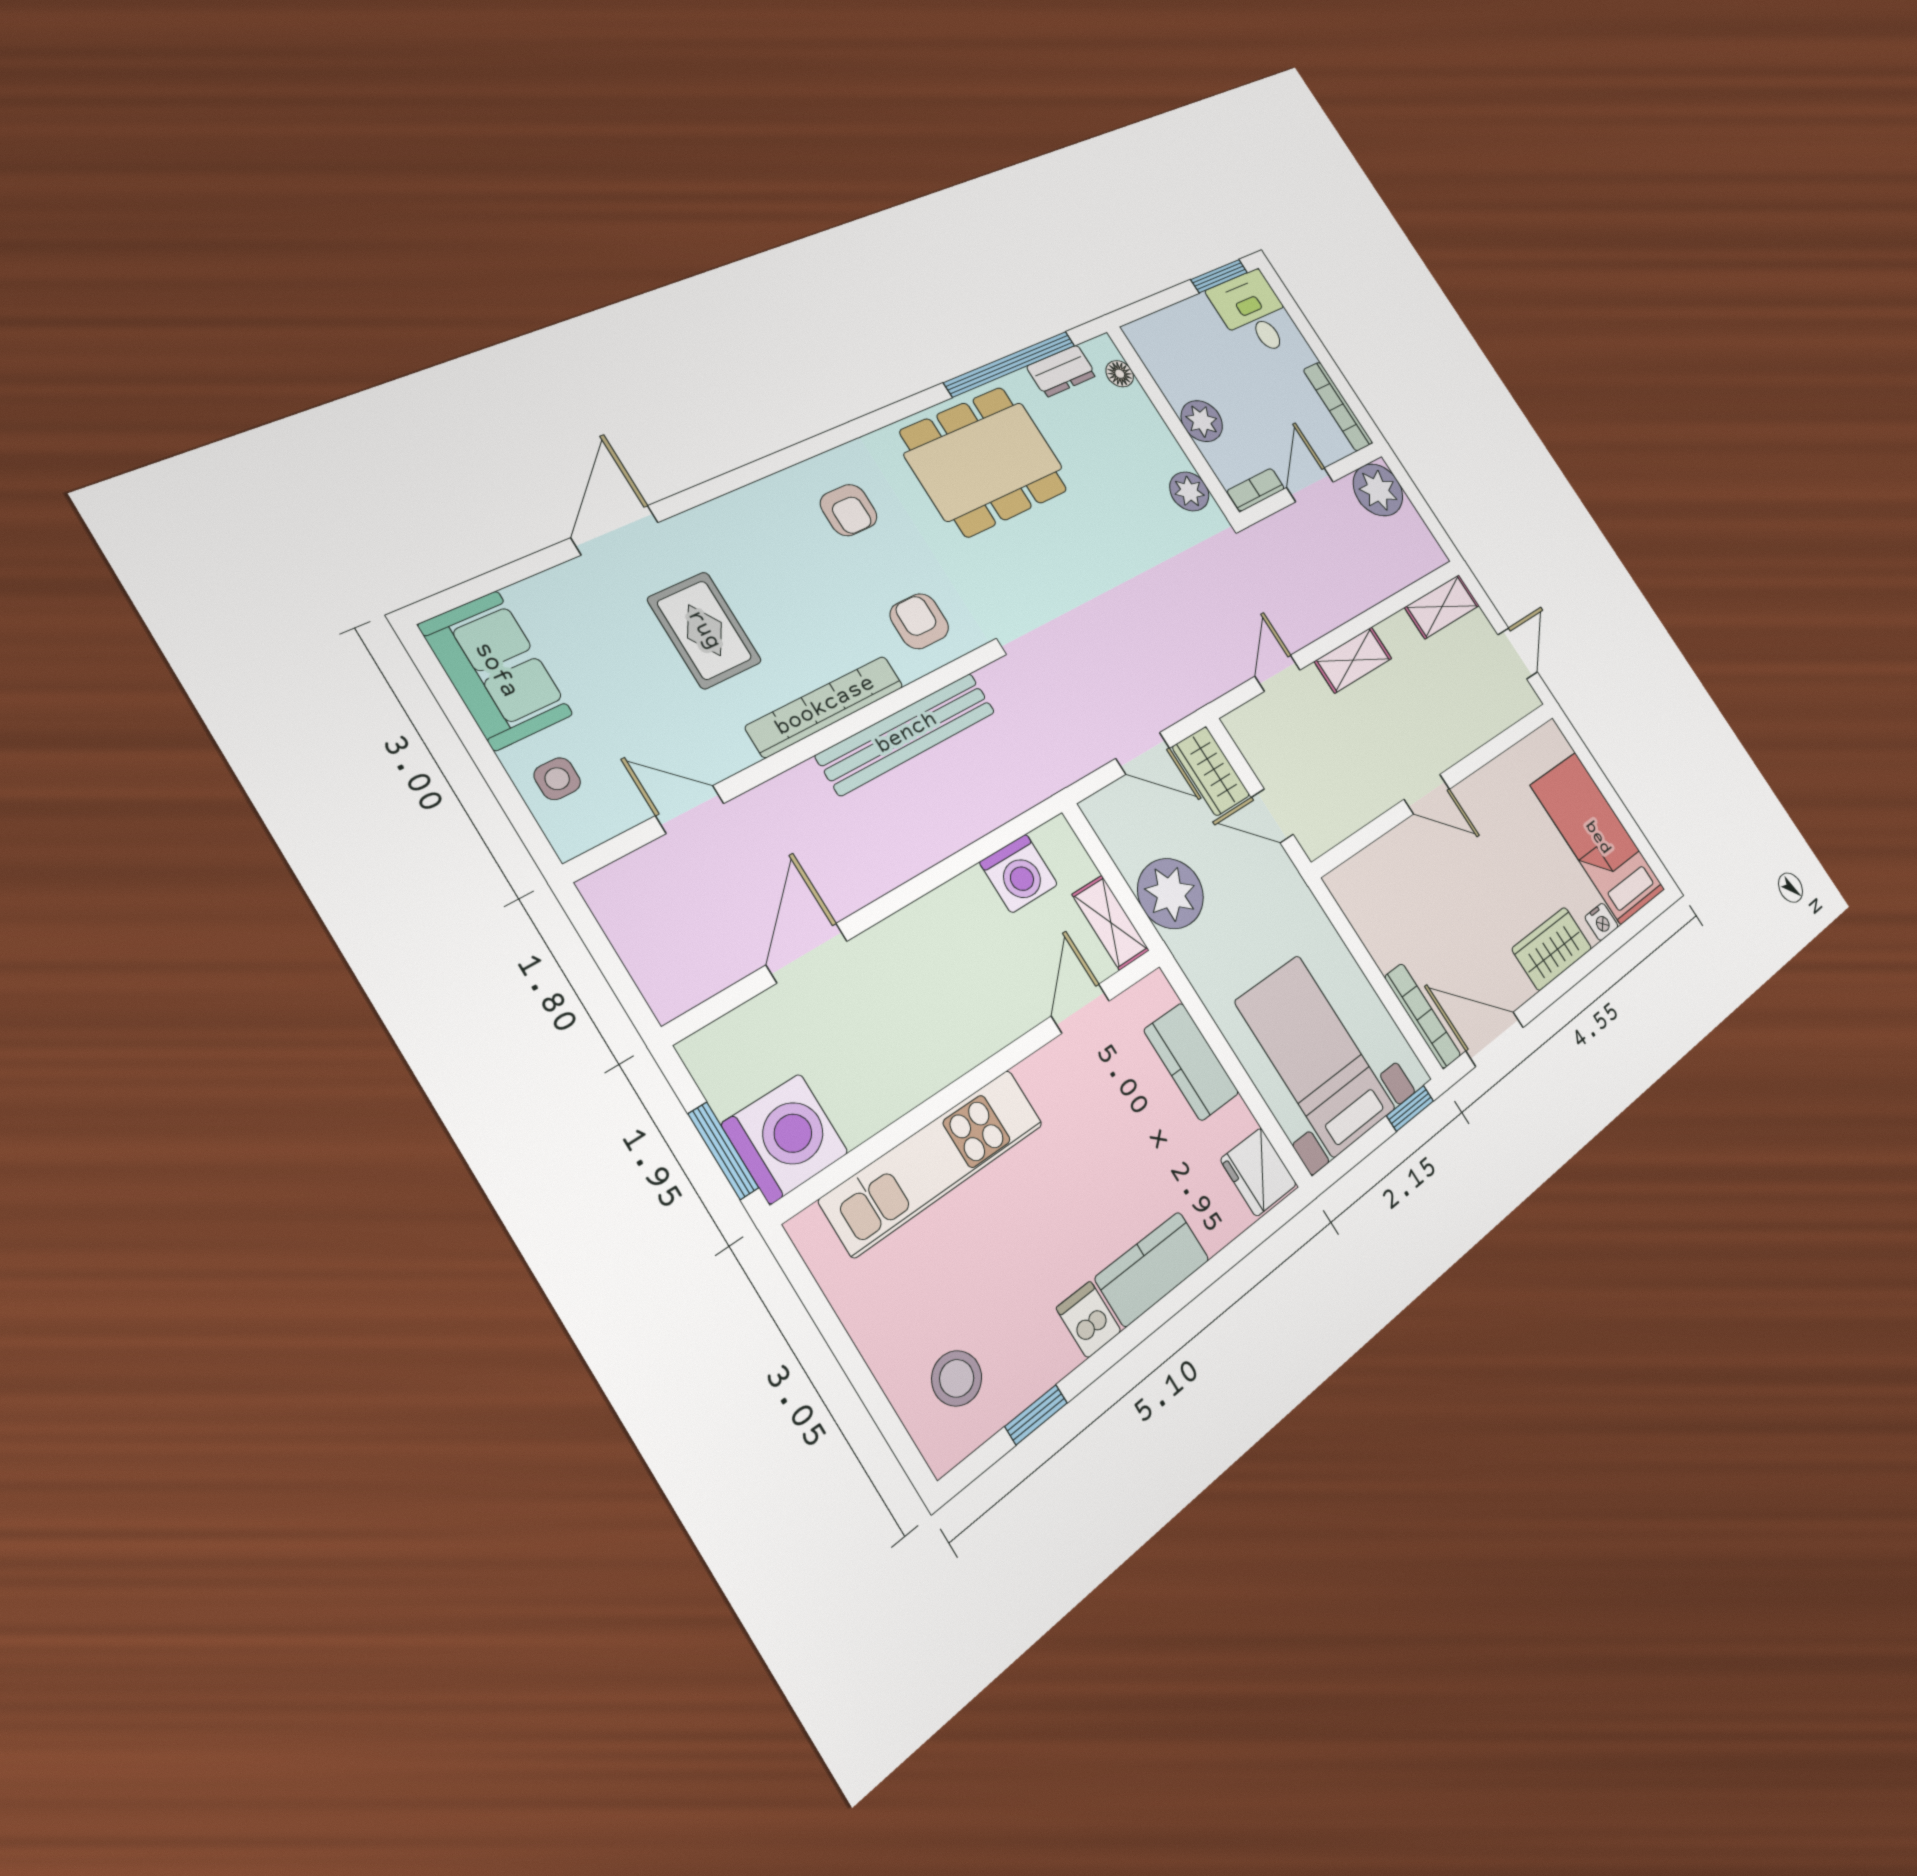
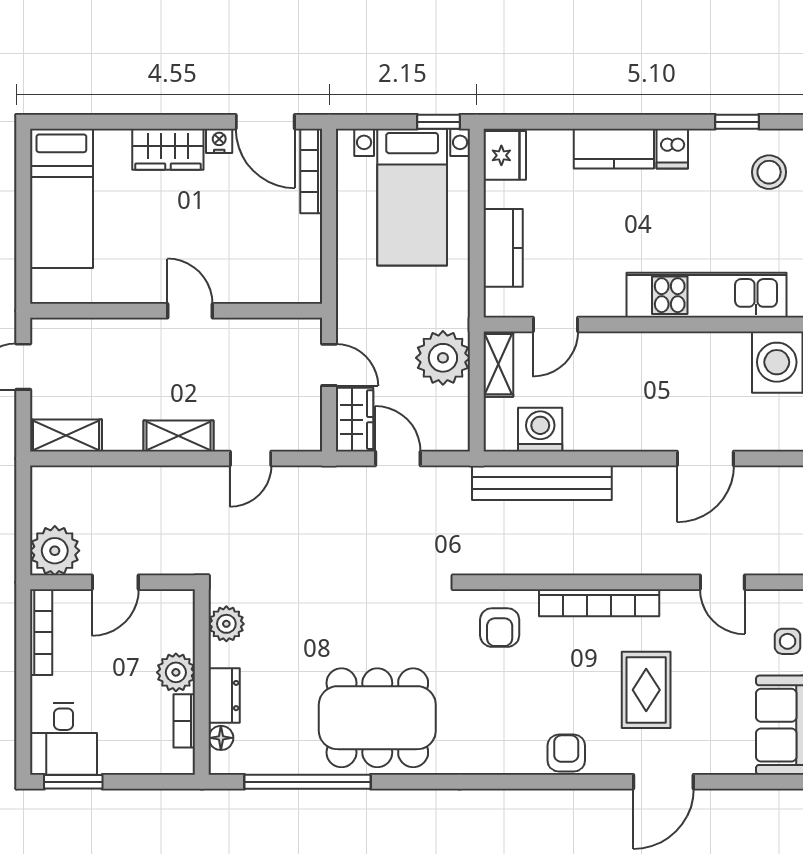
dresser: (1062, 371) -> (224, 696), moved, turned 90
bookcase: (1256, 490) -> (184, 721), moved, turned 90
armchair: (849, 510) -> (566, 753), moved
bench: (907, 733) -> (542, 483), moved
nightstand: (1601, 922) -> (219, 141), moved
window: (1410, 1108) -> (439, 122), moved

